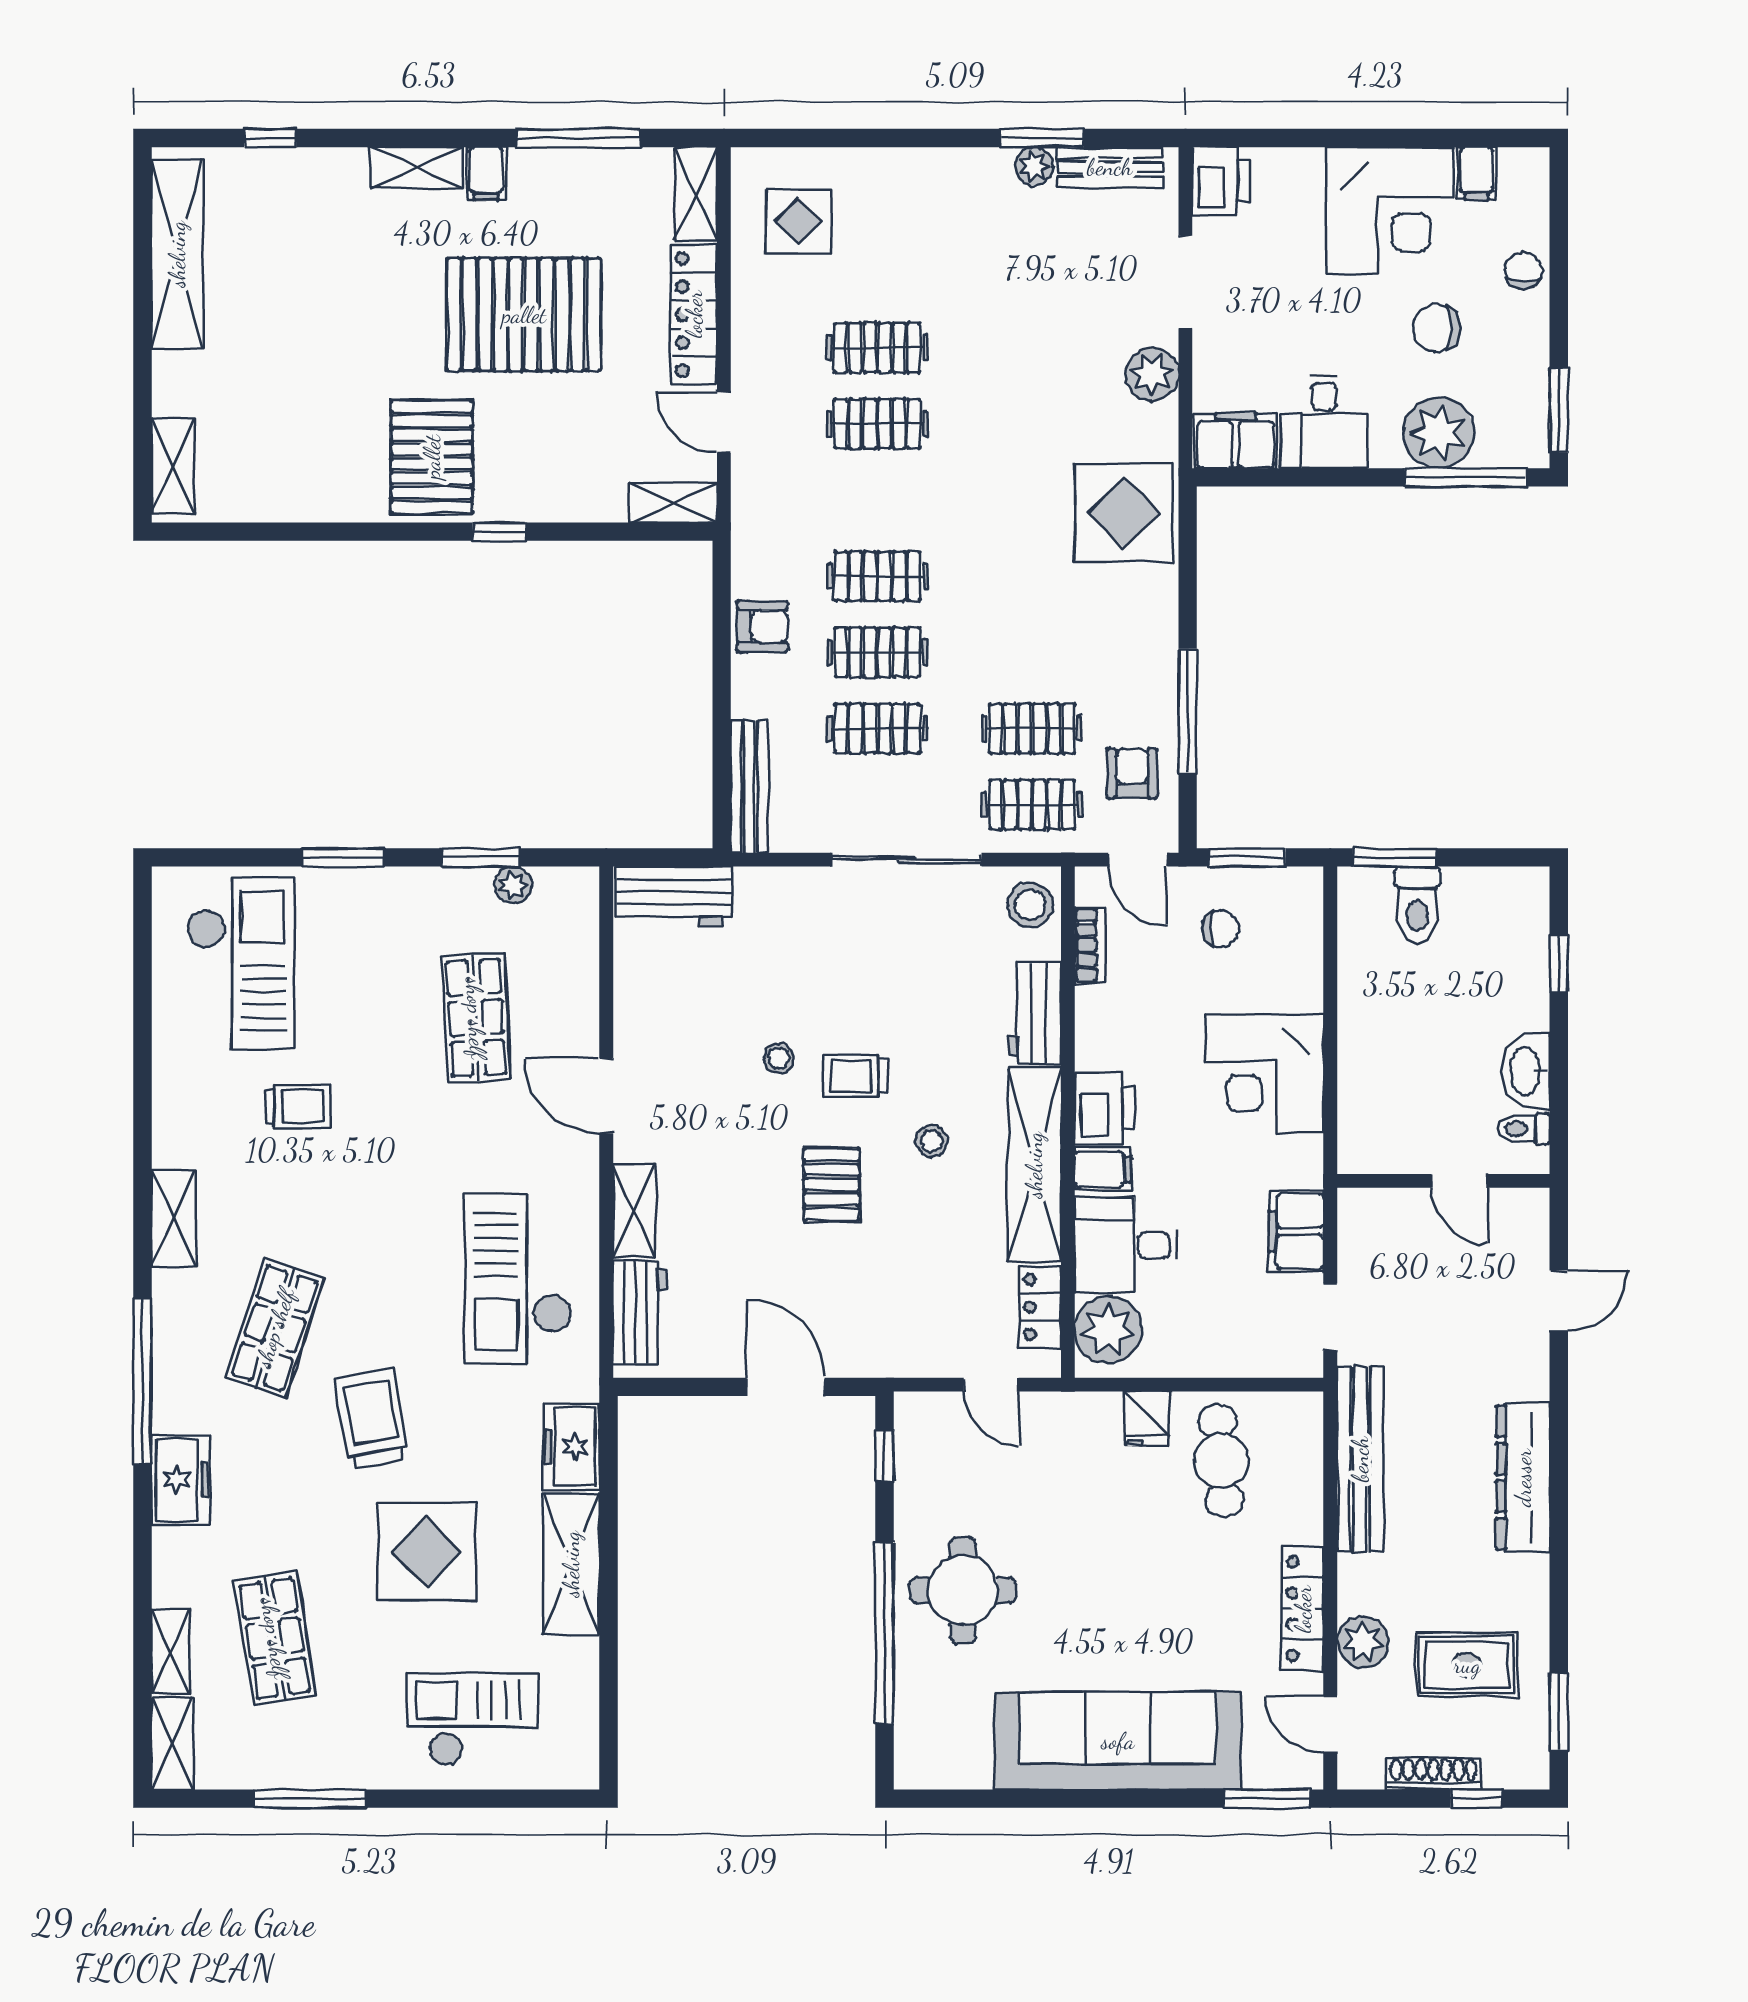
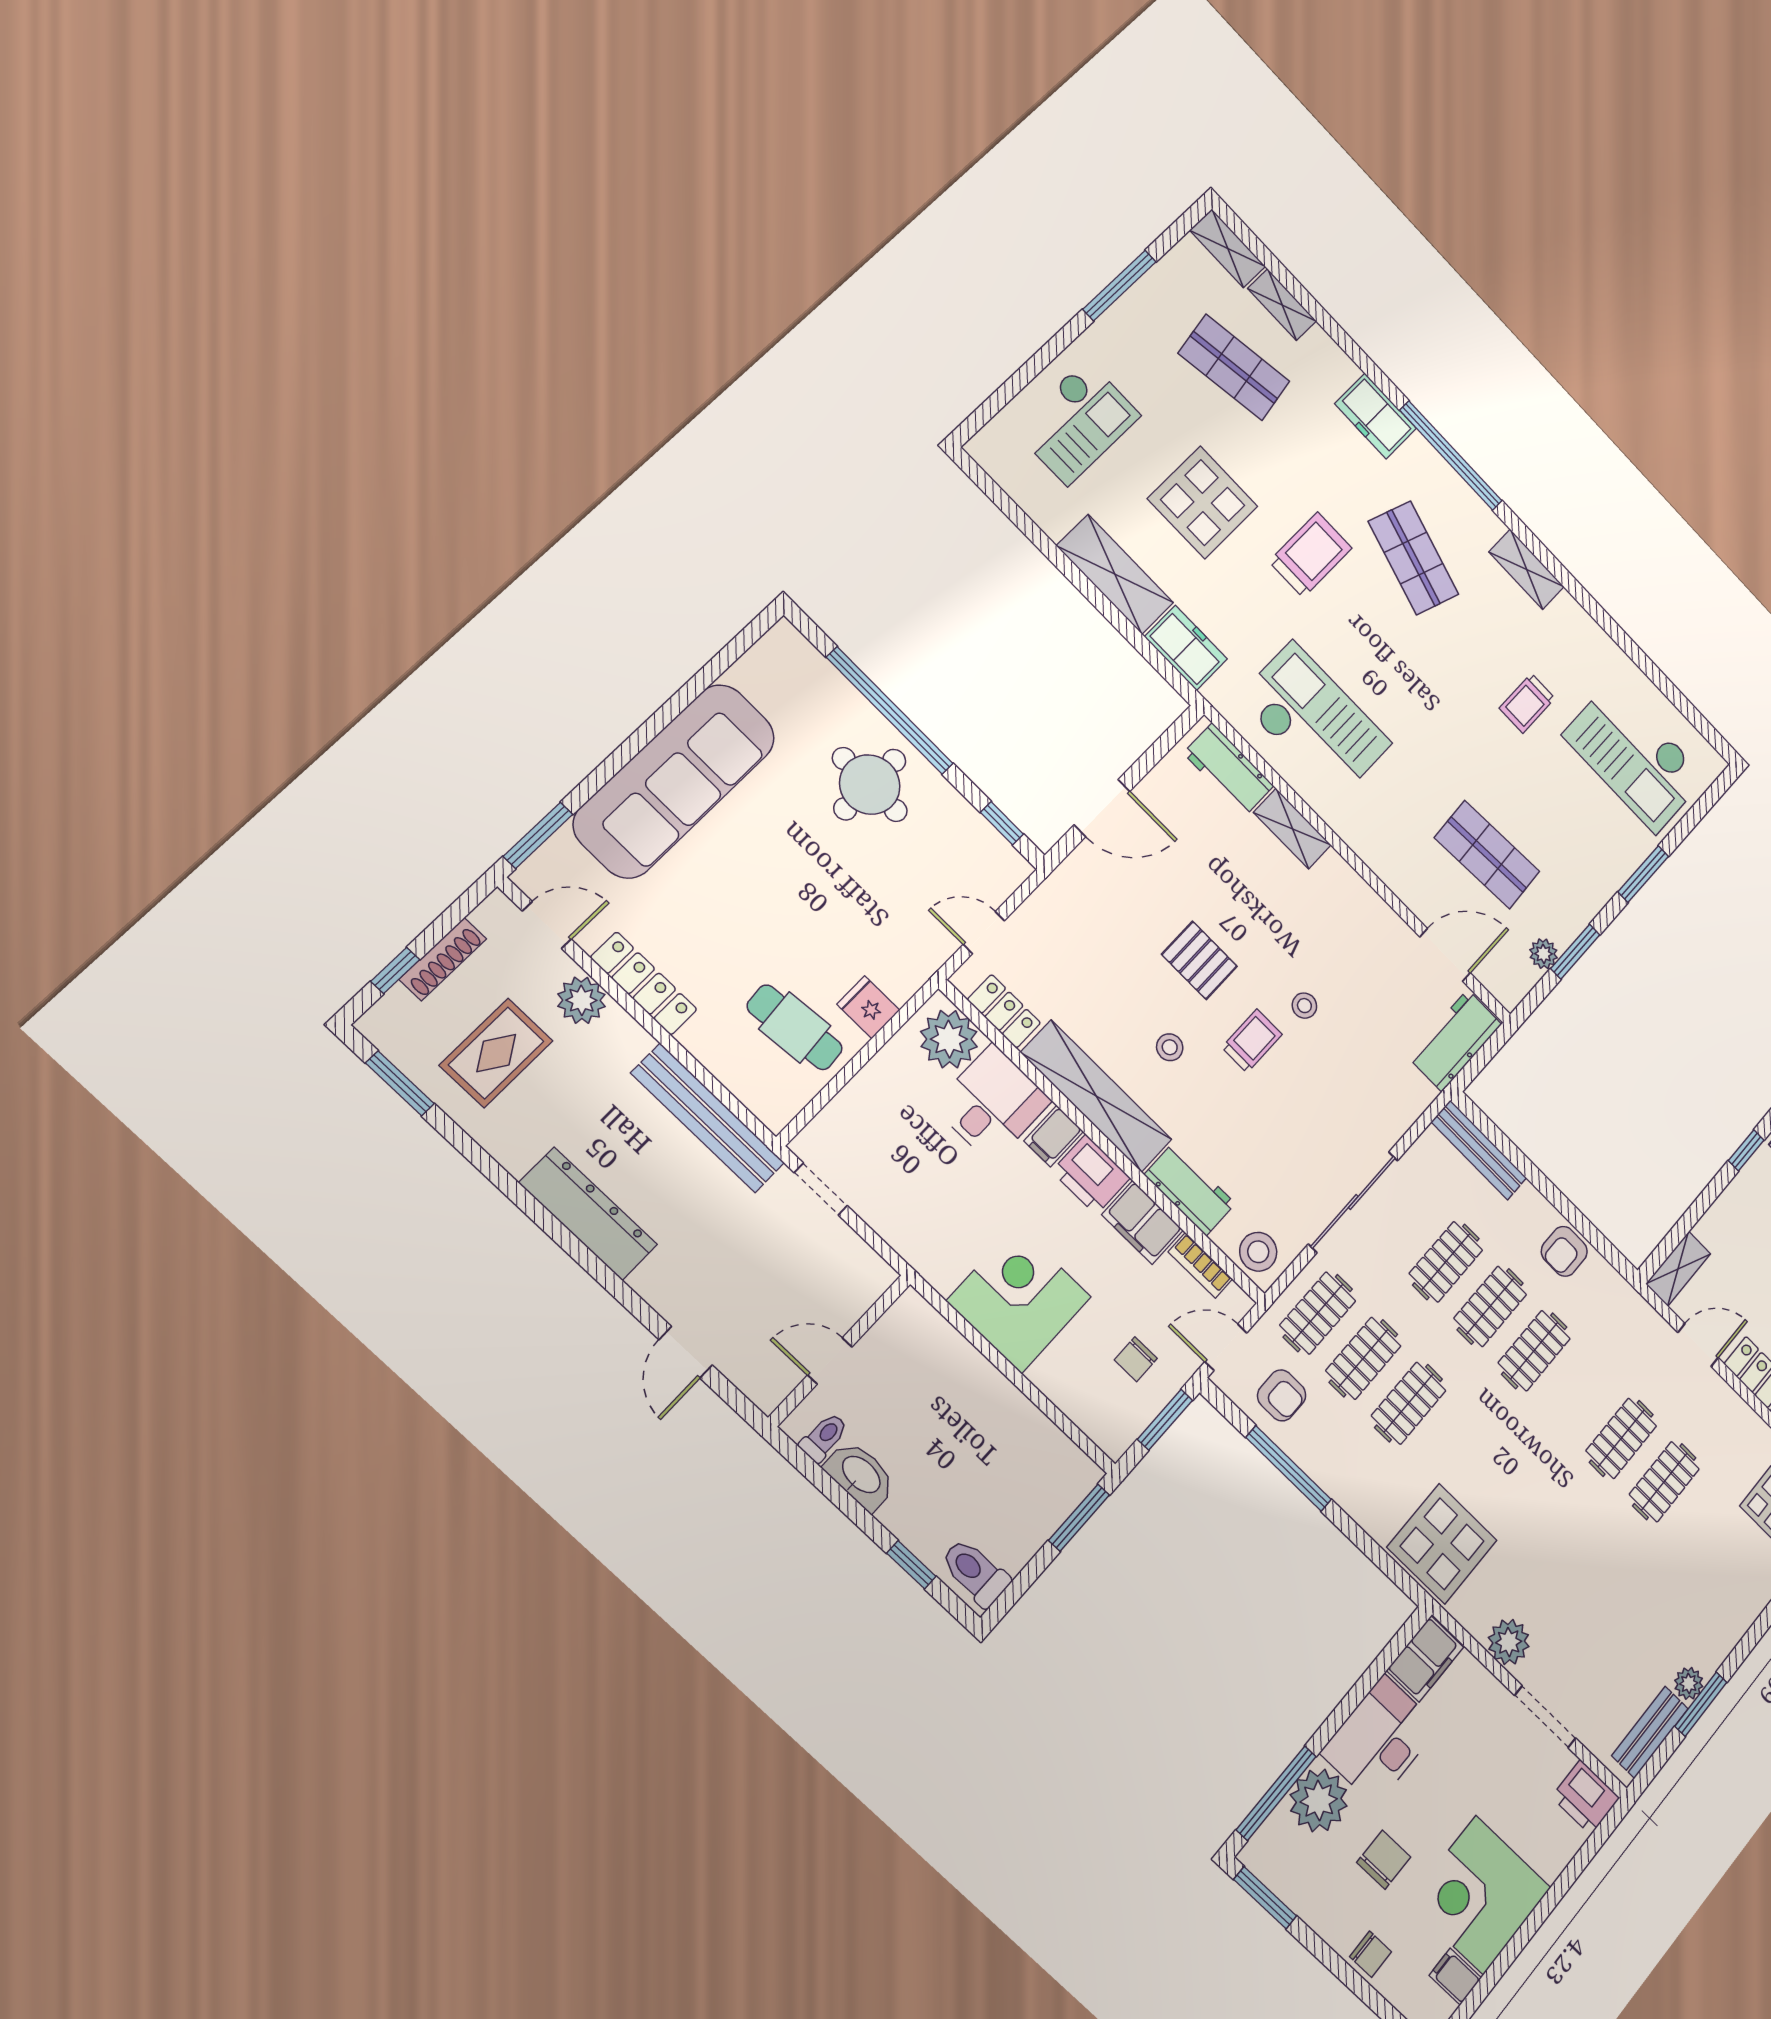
desk: (1324, 422) -> (1380, 1740), width x1.37
clothes rail: (1032, 652) -> (1409, 1403), added
toilet: (1417, 905) -> (975, 1572), moved
door: (606, 1096) -> (1445, 955), moved
filing cabinet: (1296, 1231) -> (1142, 1222), moved, turned 180
trolley: (372, 1419) -> (1310, 555), turned -80

